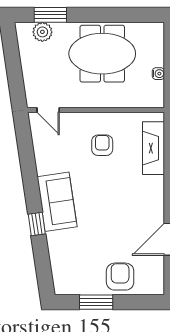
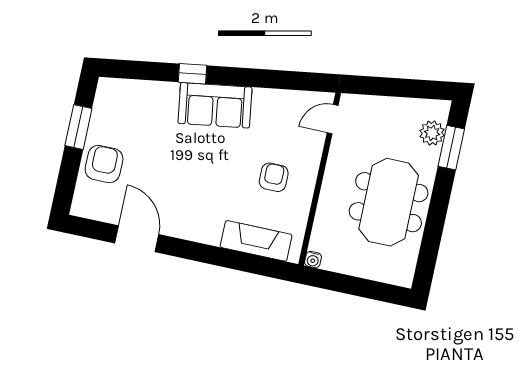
water cooler: (158, 74) -> (313, 260), moved
armchair: (102, 145) -> (274, 177), turned -90
armchair: (120, 277) -> (104, 164), turned -90

